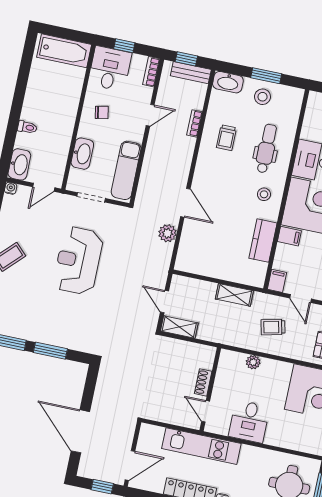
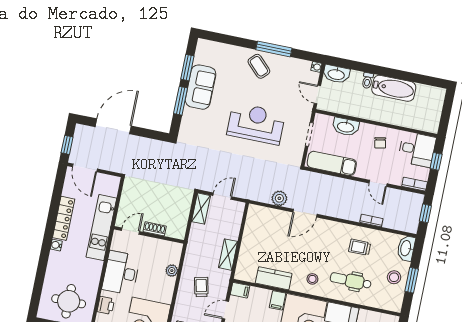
bathtub: (64, 51) -> (394, 88), moved, turned -90
bench: (191, 73) -> (414, 217), removed
dental chair: (266, 149) -> (351, 281), turned 180
sofa: (34, 327) -> (201, 87), added
desk: (249, 421) -> (121, 273), width x1.37
printer: (294, 441) -> (106, 305), added

